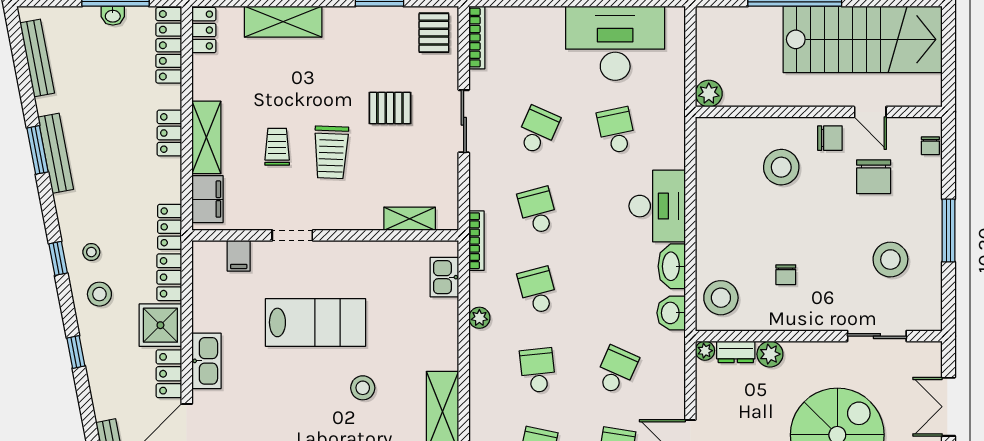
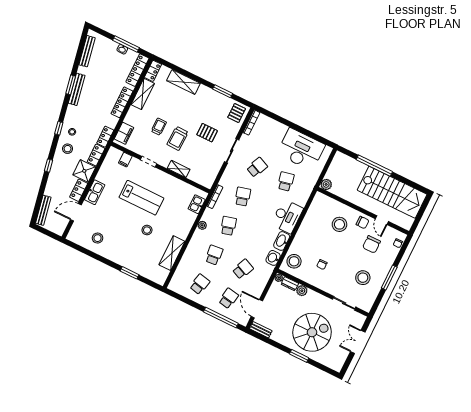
locker: (169, 133) -> (122, 102), width x1.53
shelving: (206, 137) -> (143, 94), moved
shelving: (410, 219) -> (179, 169), moved

